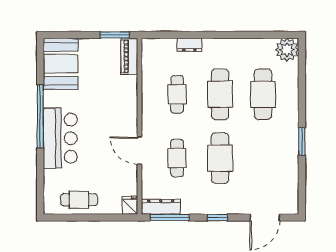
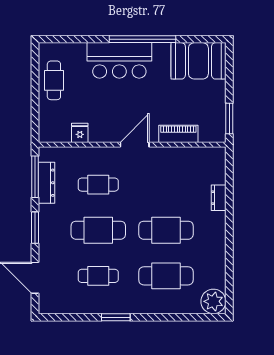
piano: (129, 56) -> (178, 134), moved
cafe table: (177, 94) -> (98, 276), moved
door: (139, 151) -> (135, 145), moved
fridge: (130, 205) -> (80, 133), moved, turned -90
dresser: (161, 207) -> (46, 183), moved
window: (217, 218) -> (35, 228), width x1.50

